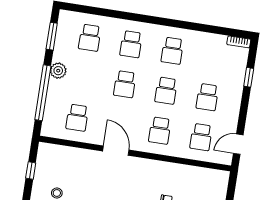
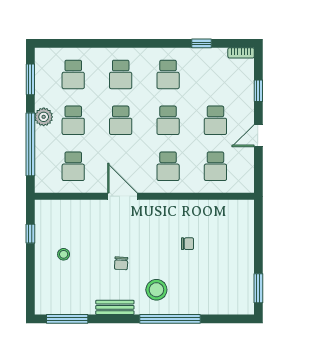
window: (206, 28) -> (201, 43), added
school desk: (83, 78) -> (73, 120), added
door: (238, 144) -> (258, 136), moved

